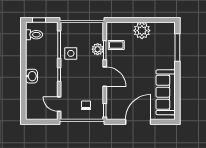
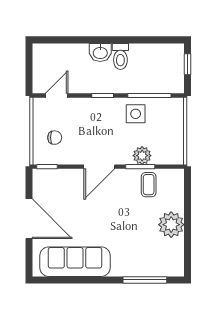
toilet: (34, 35) -> (120, 56), moved

